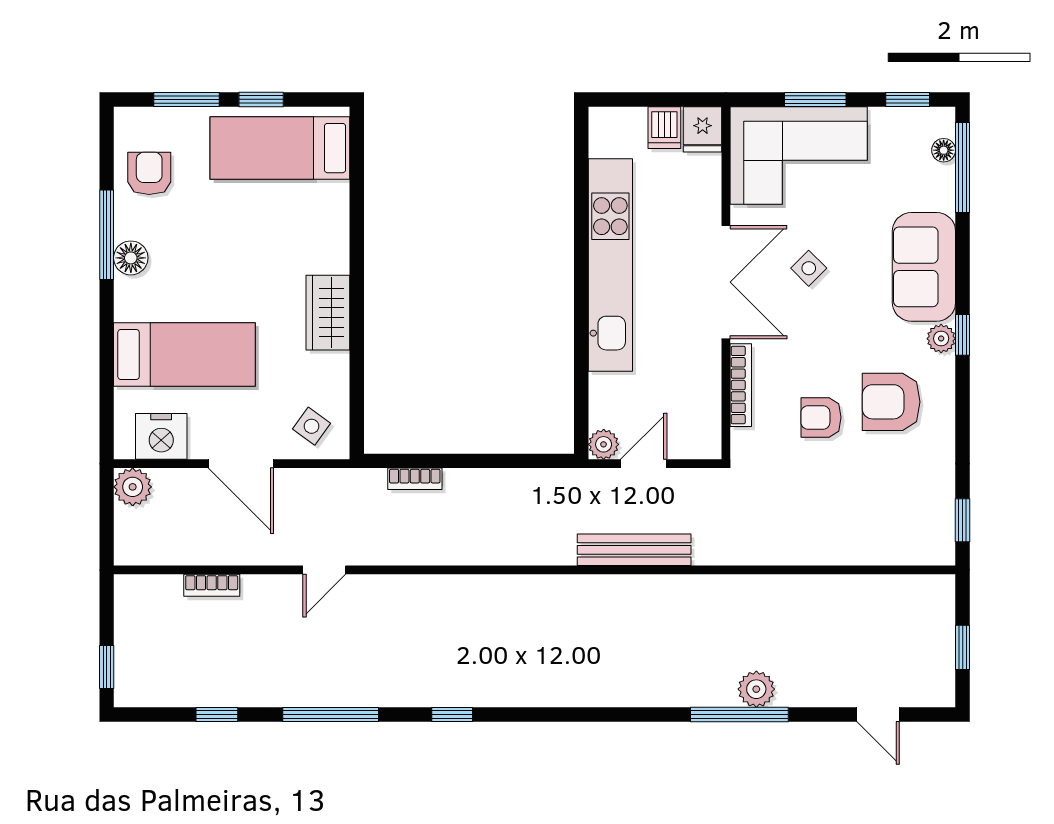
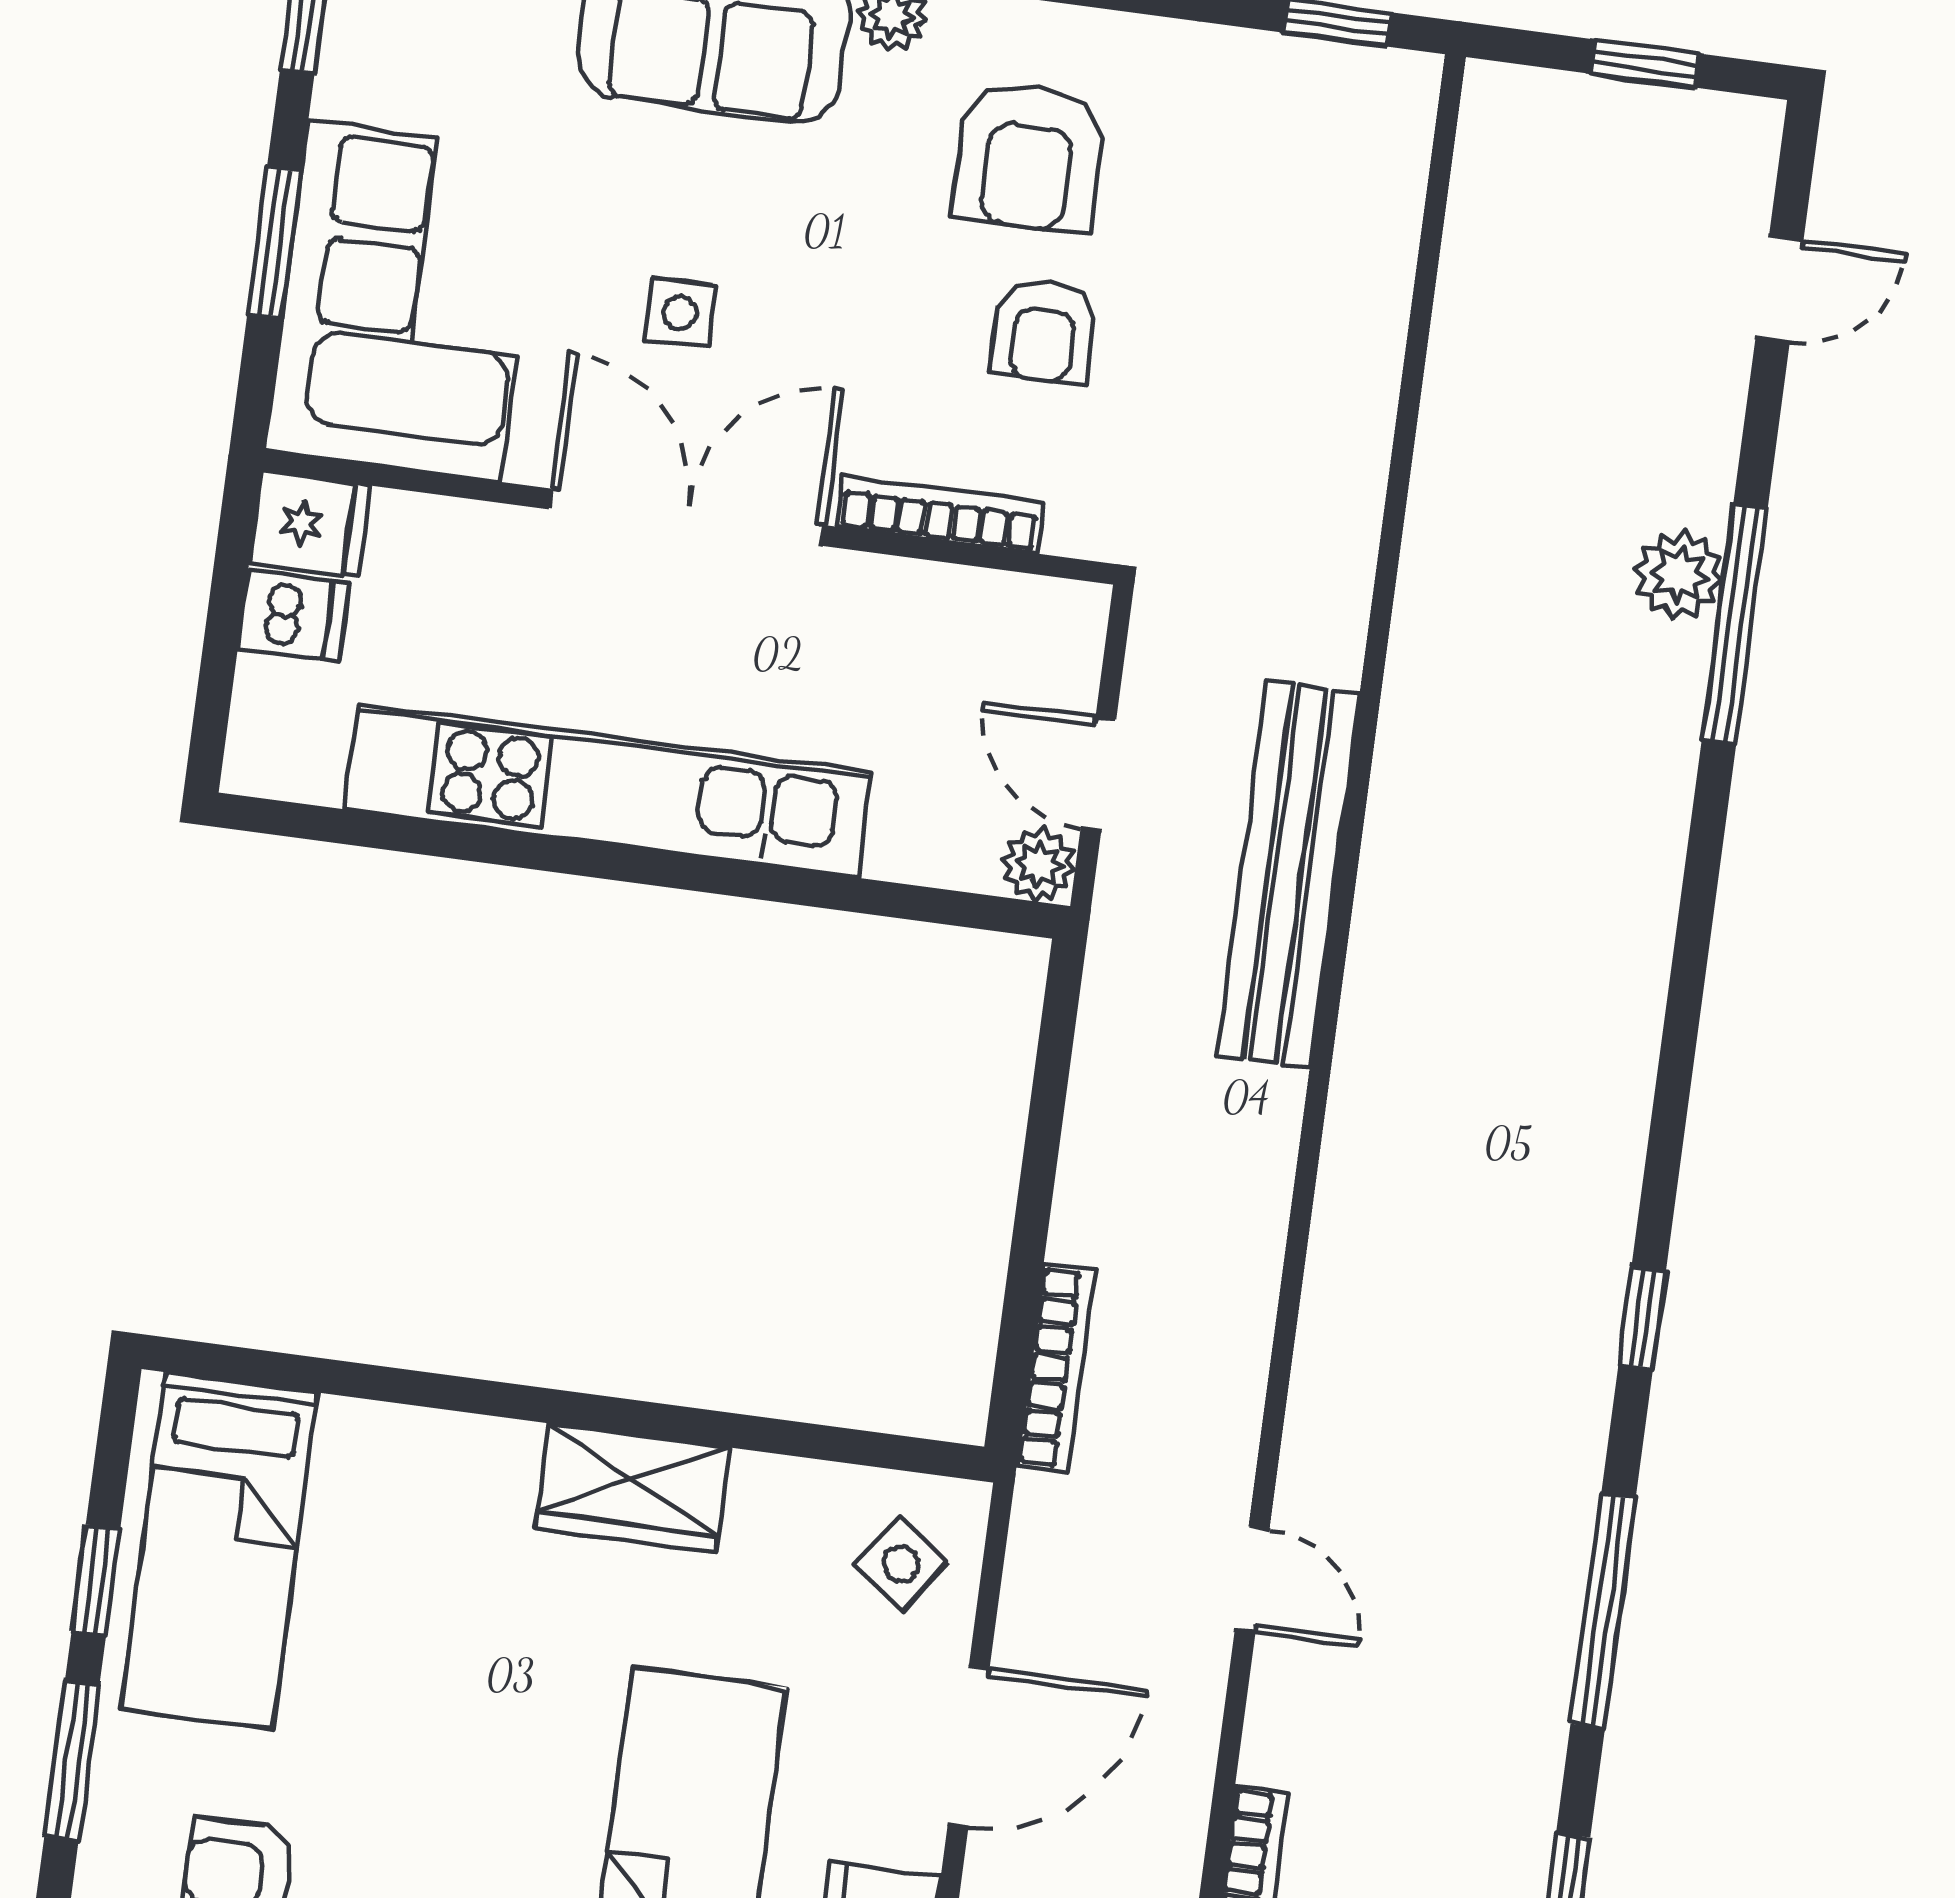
side table: (809, 268) -> (680, 313), turned 45
bookcase: (415, 479) -> (1056, 1368), width x1.56
bench: (634, 550) -> (1288, 874), width x1.37, depth x1.21

